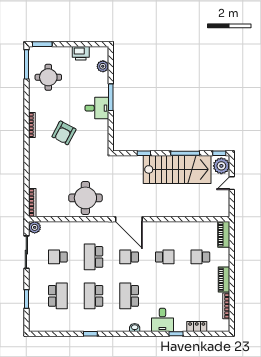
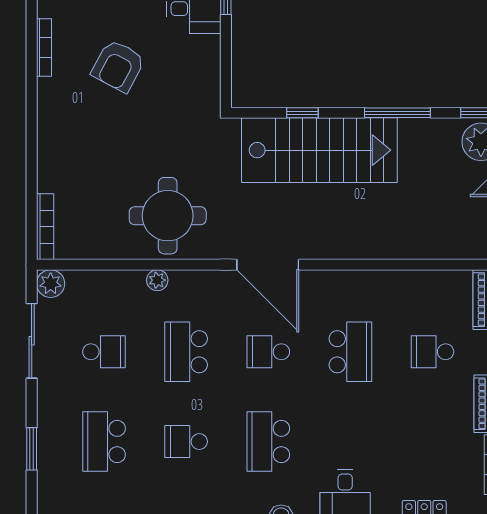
stairs: (177, 169) -> (319, 150), moved
plant: (81, 226) -> (157, 280), added
school desk: (58, 257) -> (104, 352), turned 180
school desk: (165, 257) -> (350, 352), width x1.85
school desk: (58, 296) -> (104, 442), turned 180
school desk: (93, 296) -> (186, 442), width x0.54

